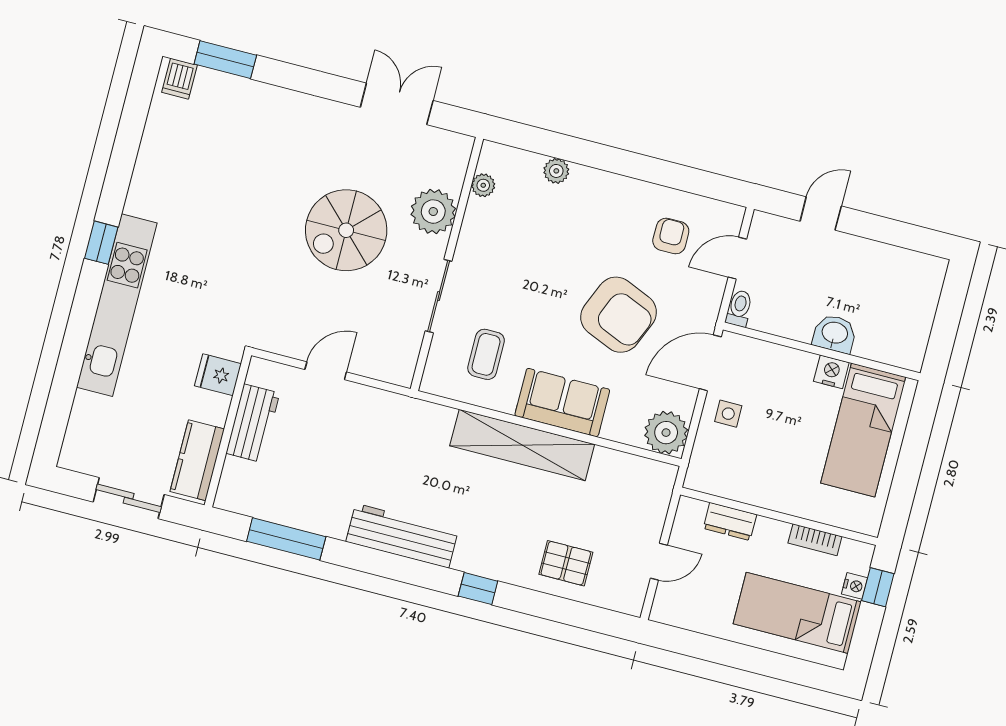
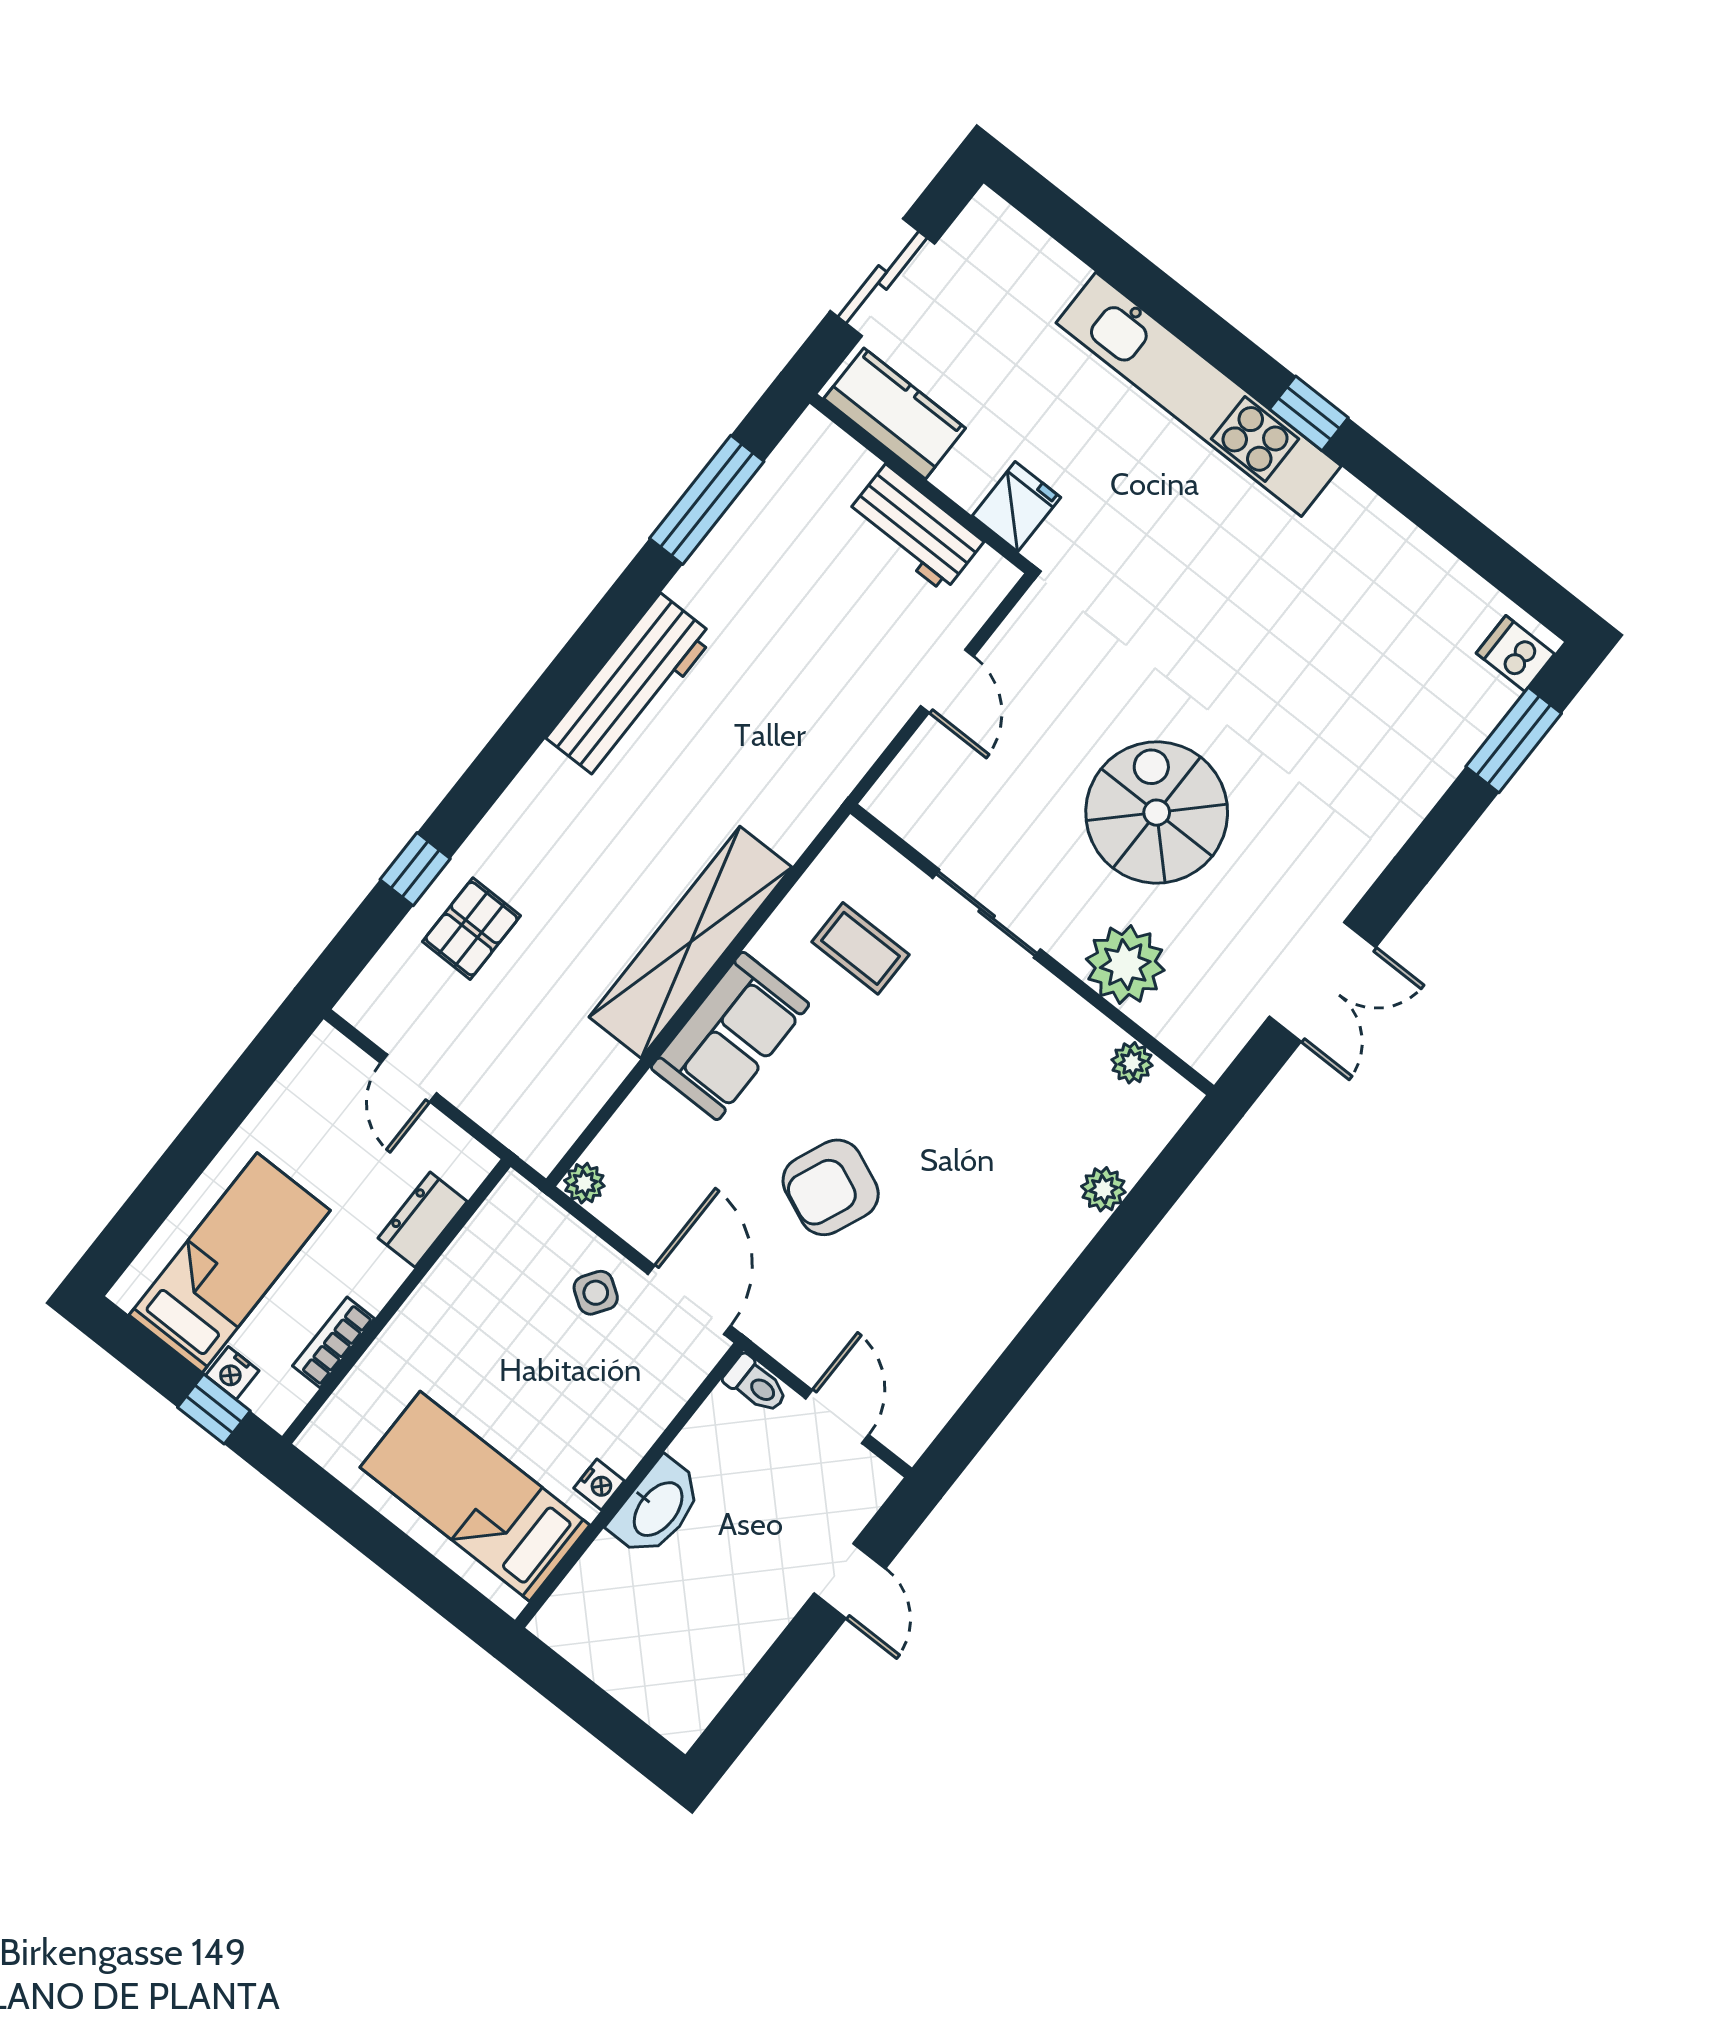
armchair: (671, 236) -> (919, 1326), removed
armchair: (619, 315) -> (831, 1187), width x0.73, depth x0.73
washbasin: (835, 334) -> (657, 1508), width x1.38
nightstand: (831, 372) -> (599, 1484), width x0.72, depth x0.74
side table: (728, 414) -> (596, 1293), turned 34
plant: (666, 433) -> (584, 1183), width x0.53, depth x0.53
window: (478, 589) -> (415, 869), moved

